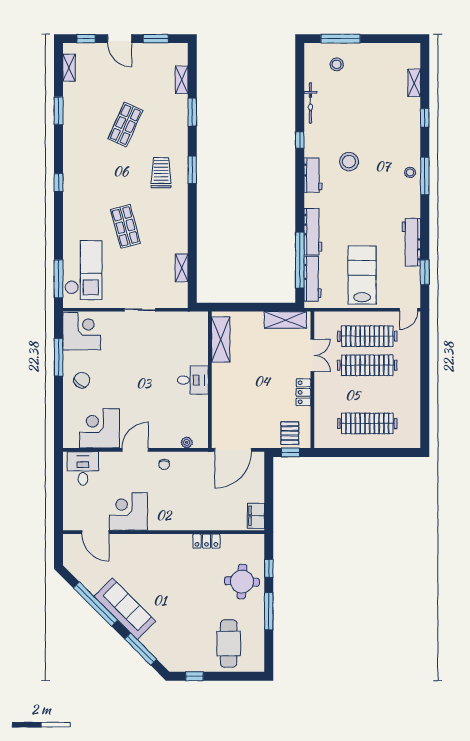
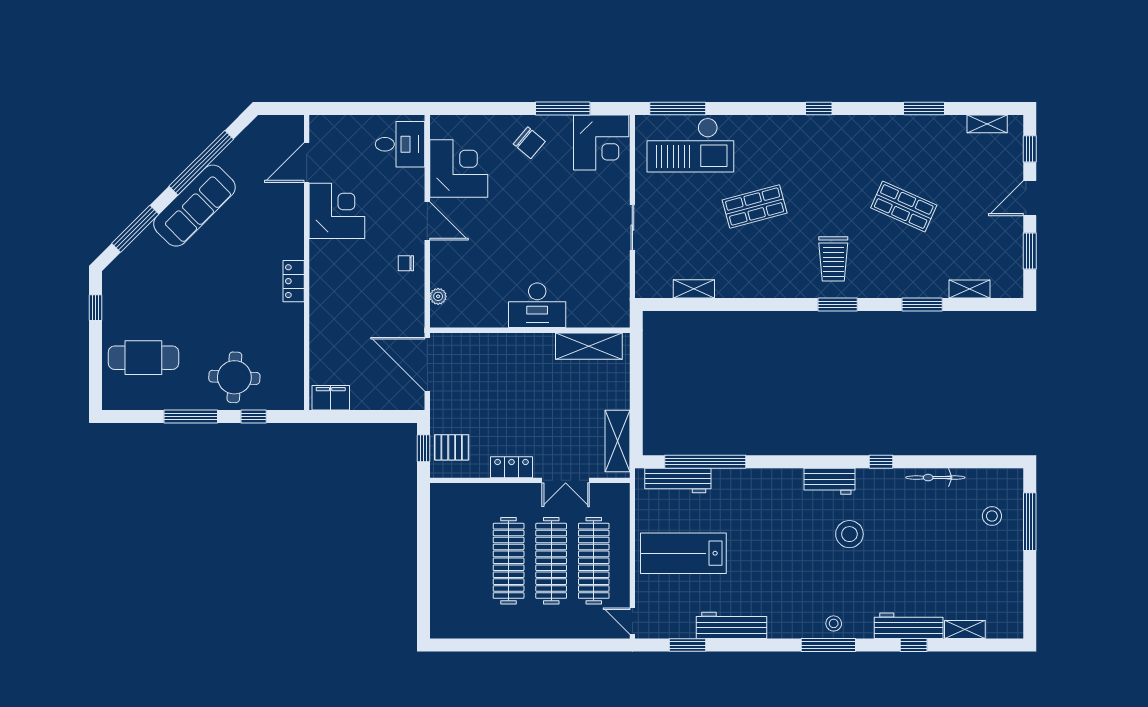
trolley: (161, 173) -> (833, 259), turned 90
workbench: (313, 232) -> (909, 626), moved, turned 180
lab bench: (362, 275) -> (683, 553), turned 180
desk: (193, 380) -> (537, 305), width x1.37
clothes rail: (367, 423) -> (509, 561), moved
locker: (206, 541) -> (294, 281), moved

